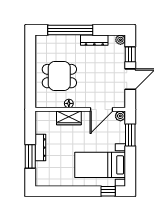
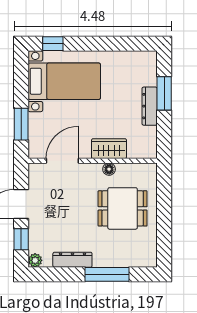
window: (70, 30) -> (107, 274), width x0.68
plant: (120, 116) -> (35, 151), removed

